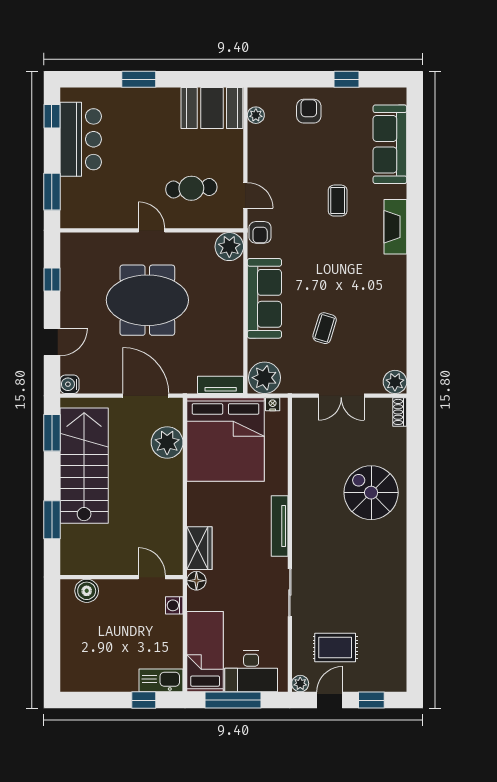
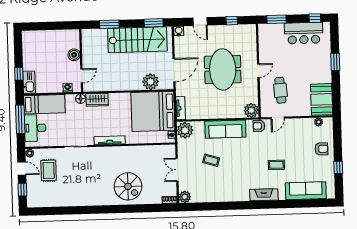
spiral stairs: (371, 493) -> (128, 186), turned 90
boiler: (87, 591) -> (74, 55), moved

